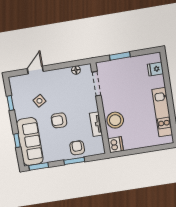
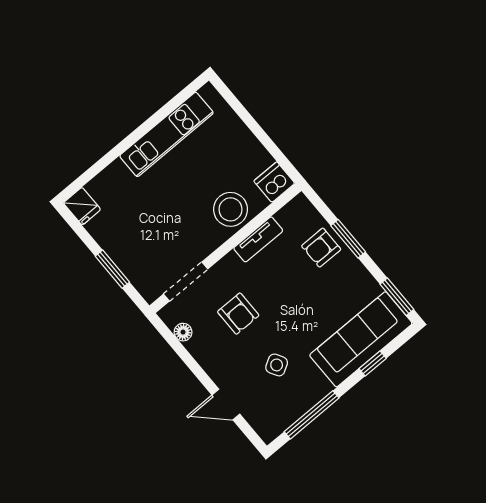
fridge: (155, 69) -> (82, 206), moved
window: (10, 103) -> (312, 415), width x2.17
armchair: (59, 120) -> (238, 314), moved

